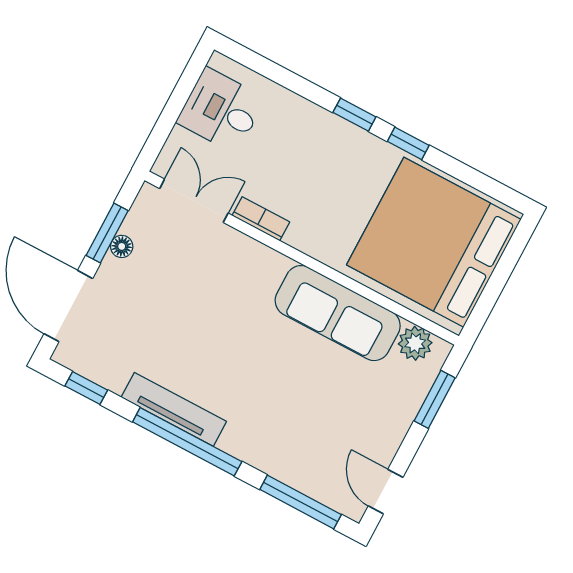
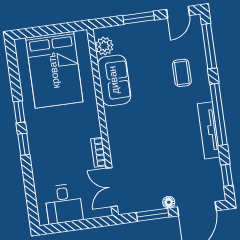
bed: (434, 242) -> (54, 70), width x0.73
floor lamp: (122, 246) -> (169, 202), moved
sofa: (338, 313) -> (114, 80), width x0.73
window: (435, 399) -> (139, 18), moved
coffee table: (290, 432) -> (182, 73), added

